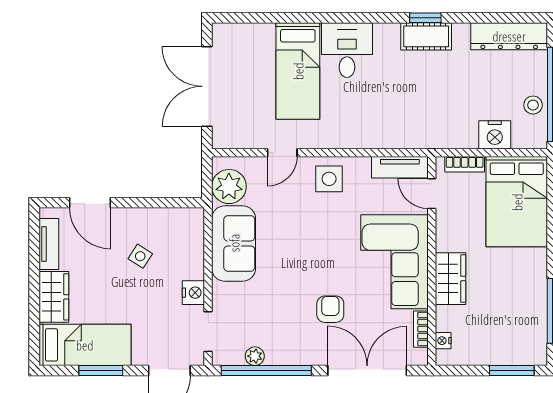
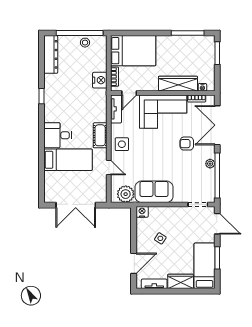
cot: (426, 36) -> (100, 135), moved
nightstand: (495, 135) -> (100, 80), moved
wardrobe: (451, 279) -> (178, 84), width x1.50
nightstand: (193, 293) -> (142, 212), moved
plant: (255, 356) -> (210, 164), moved

